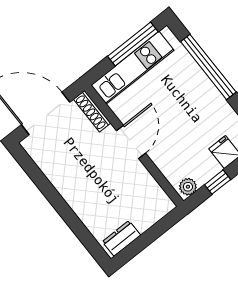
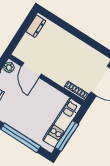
door: (131, 142) -> (31, 70), moved

